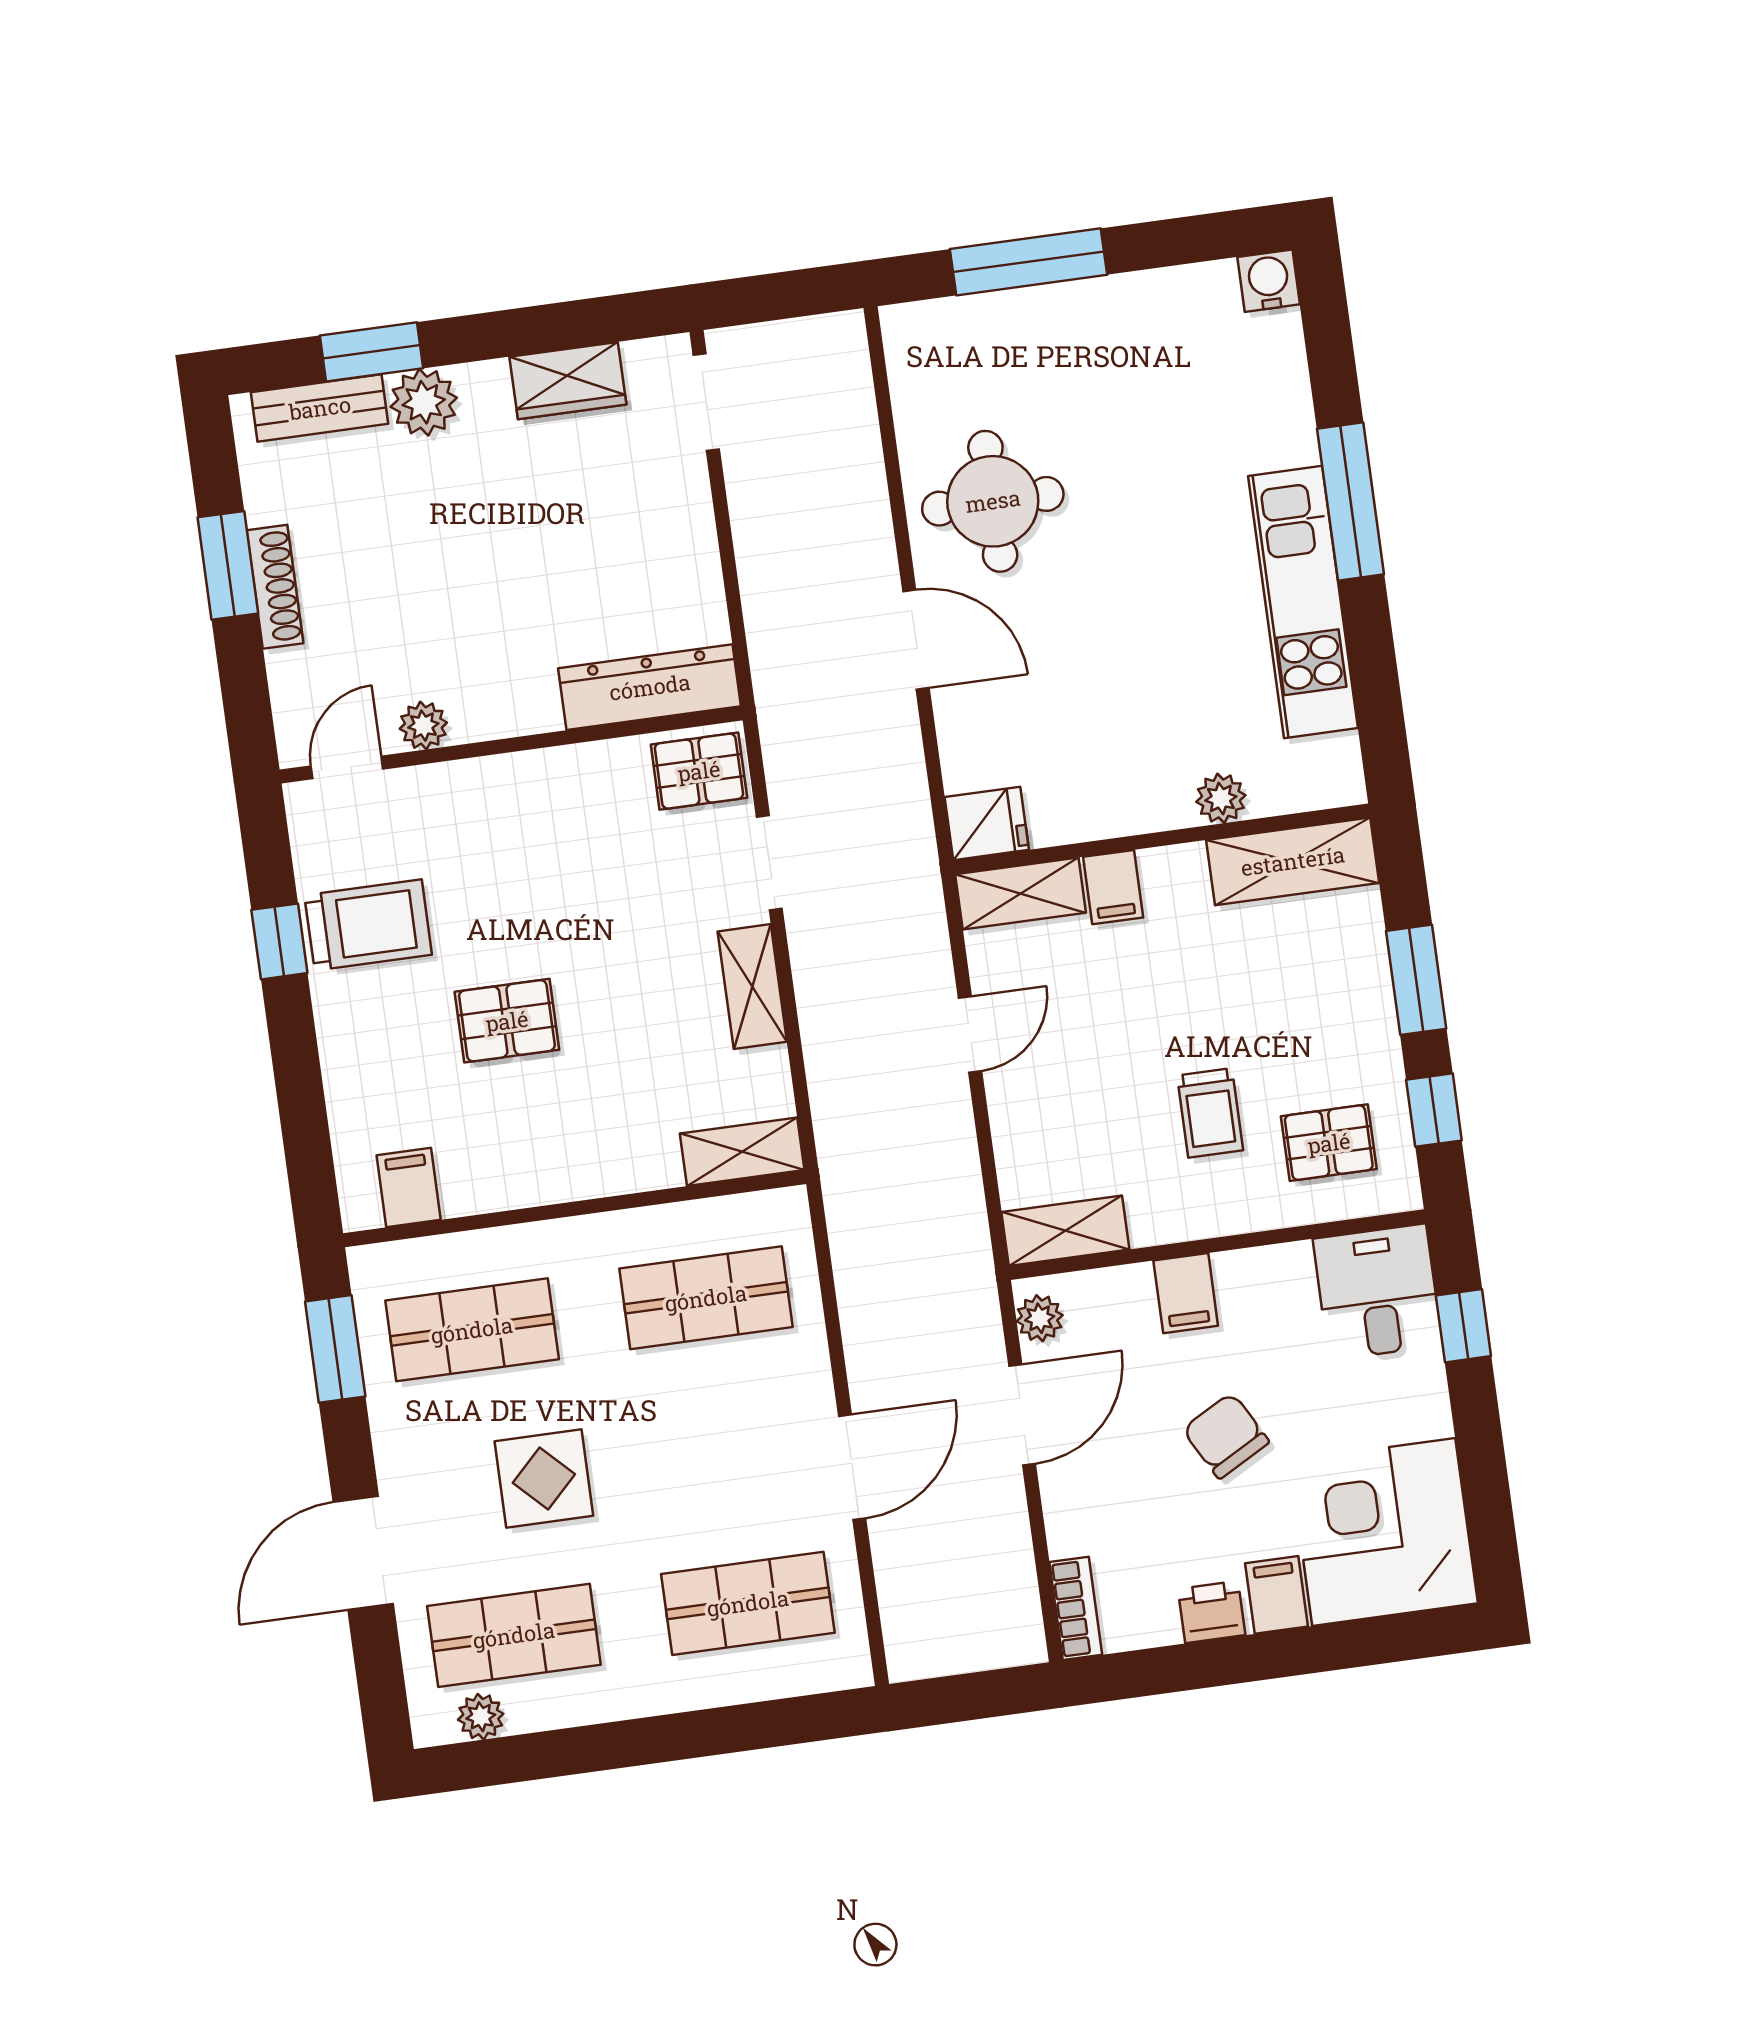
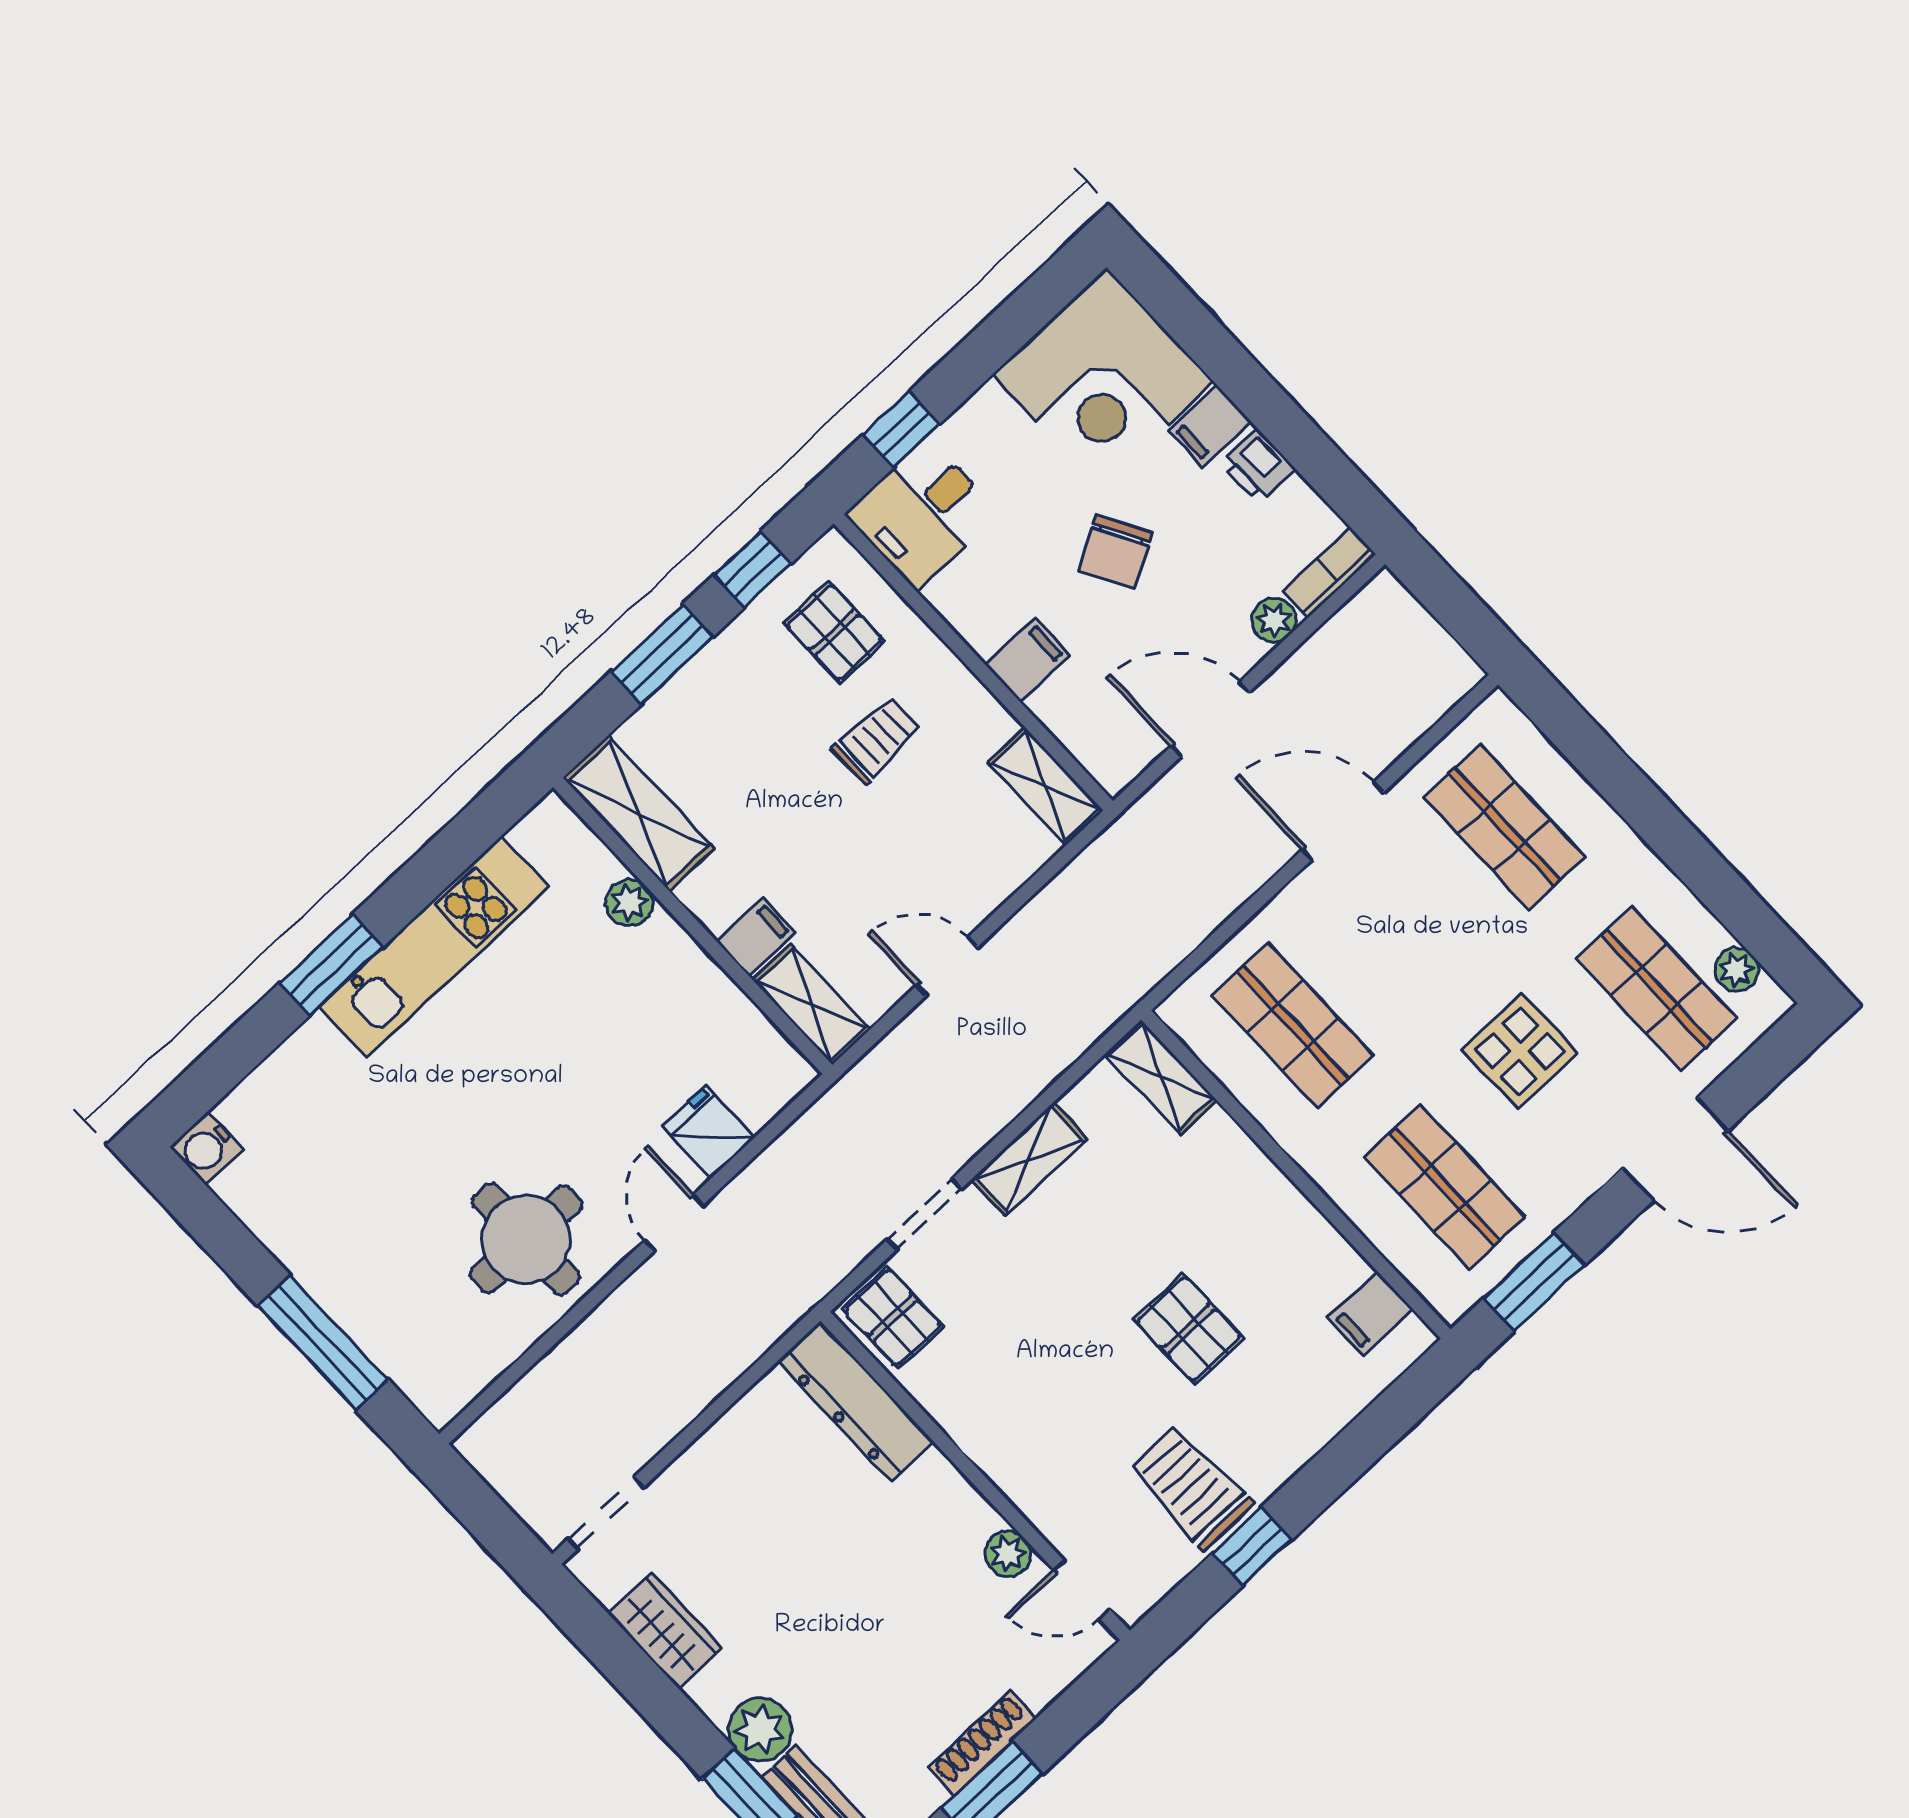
window: (1351, 502) -> (331, 965), width x0.69
door: (916, 640) -> (674, 1223), width x0.73
fridge: (987, 823) -> (708, 1132), moved
plant: (1040, 1318) -> (1274, 620), moved

